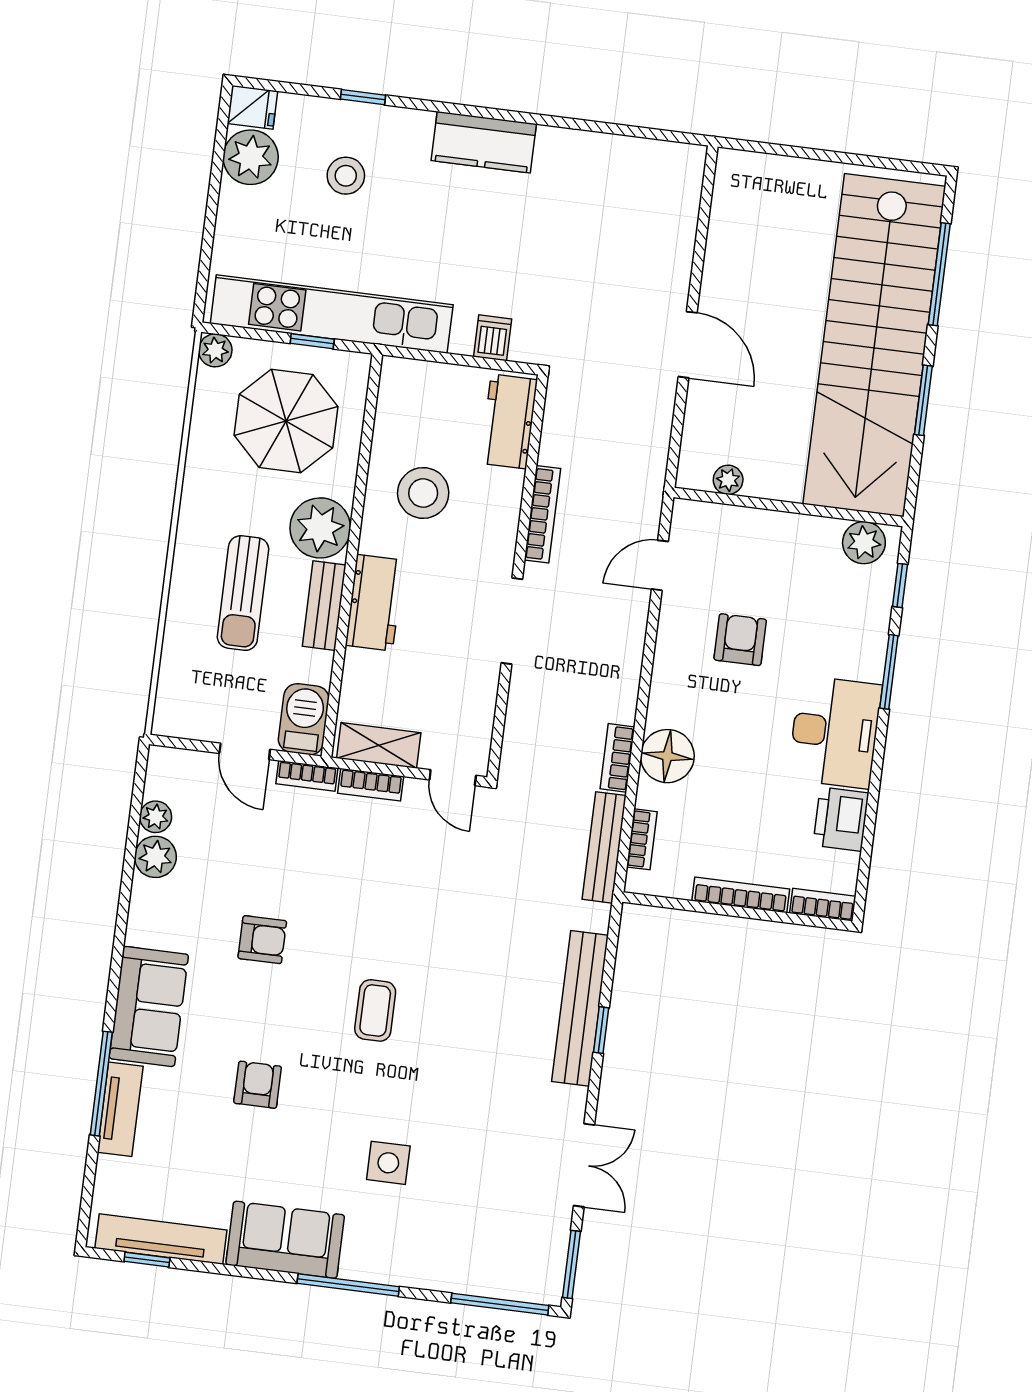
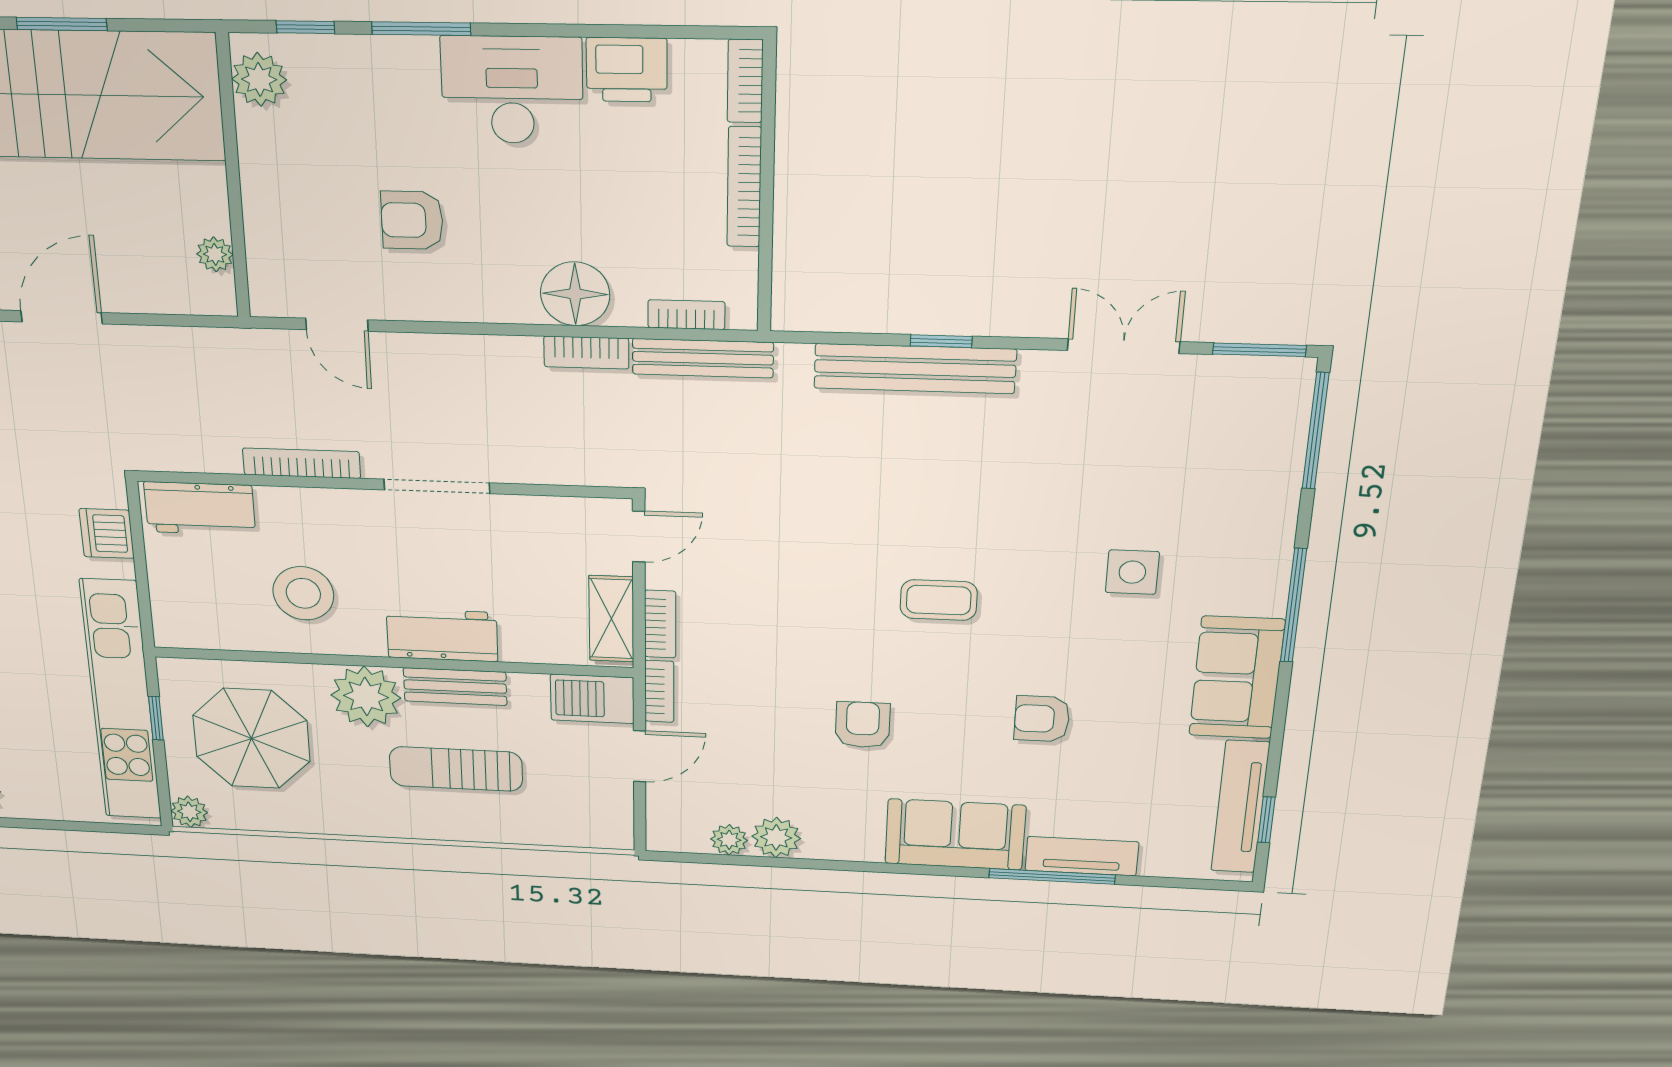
dishwasher: (493, 338) -> (107, 534), width x1.38
sun lounger: (243, 593) -> (456, 769), turned 180

